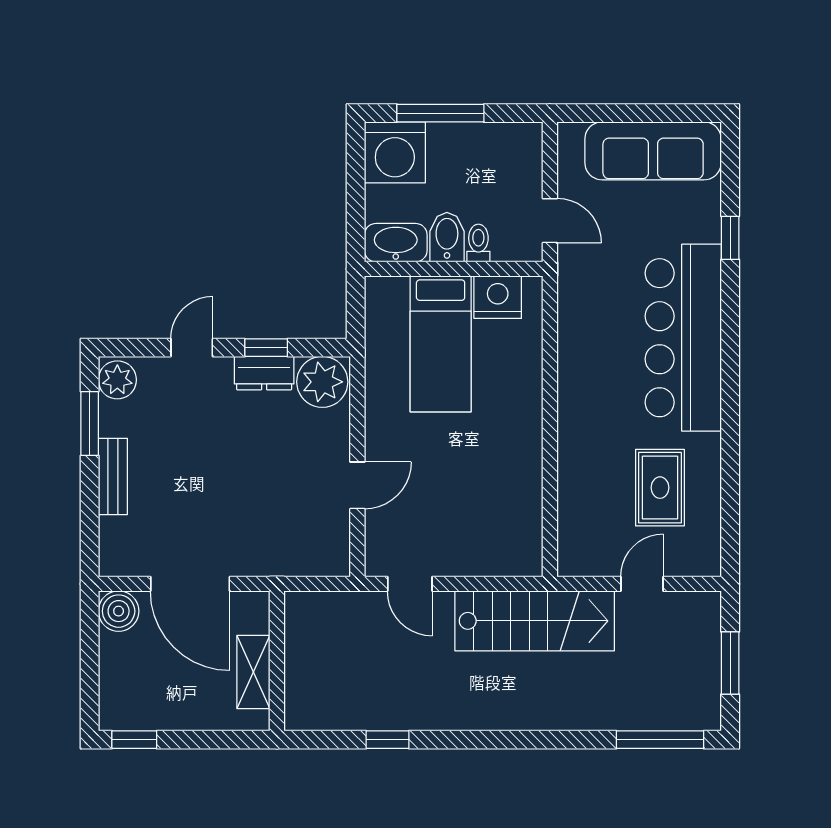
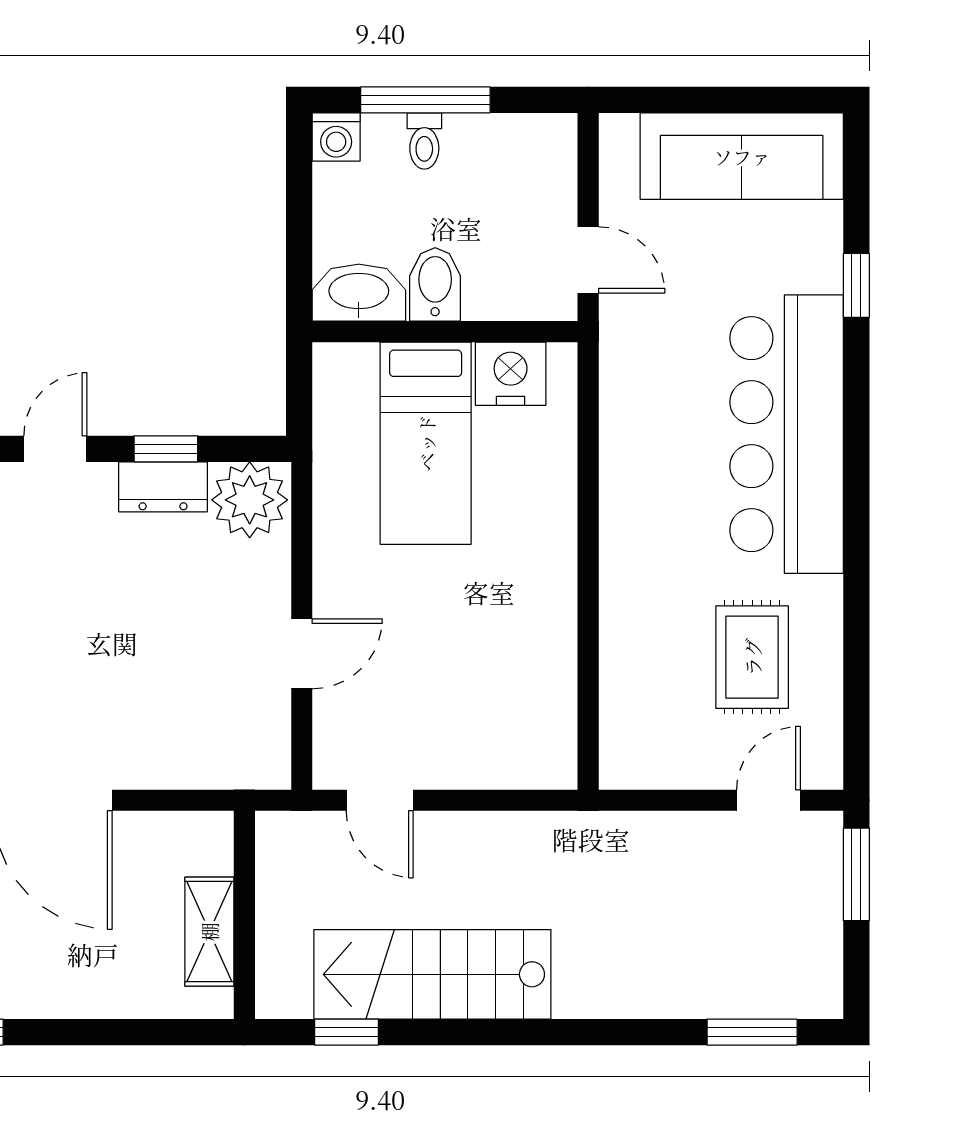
washing machine: (395, 152) -> (336, 137), width x0.53, depth x0.53
toilet: (478, 243) -> (424, 141), moved, turned 180
door: (642, 584) -> (768, 800), moved
stairs: (535, 621) -> (432, 974), moved, turned 180
wall: (277, 661) -> (244, 915), moved
window: (730, 663) -> (856, 874), moved
shelving: (253, 672) -> (209, 932), moved
window: (660, 740) -> (752, 1032), width x0.69

